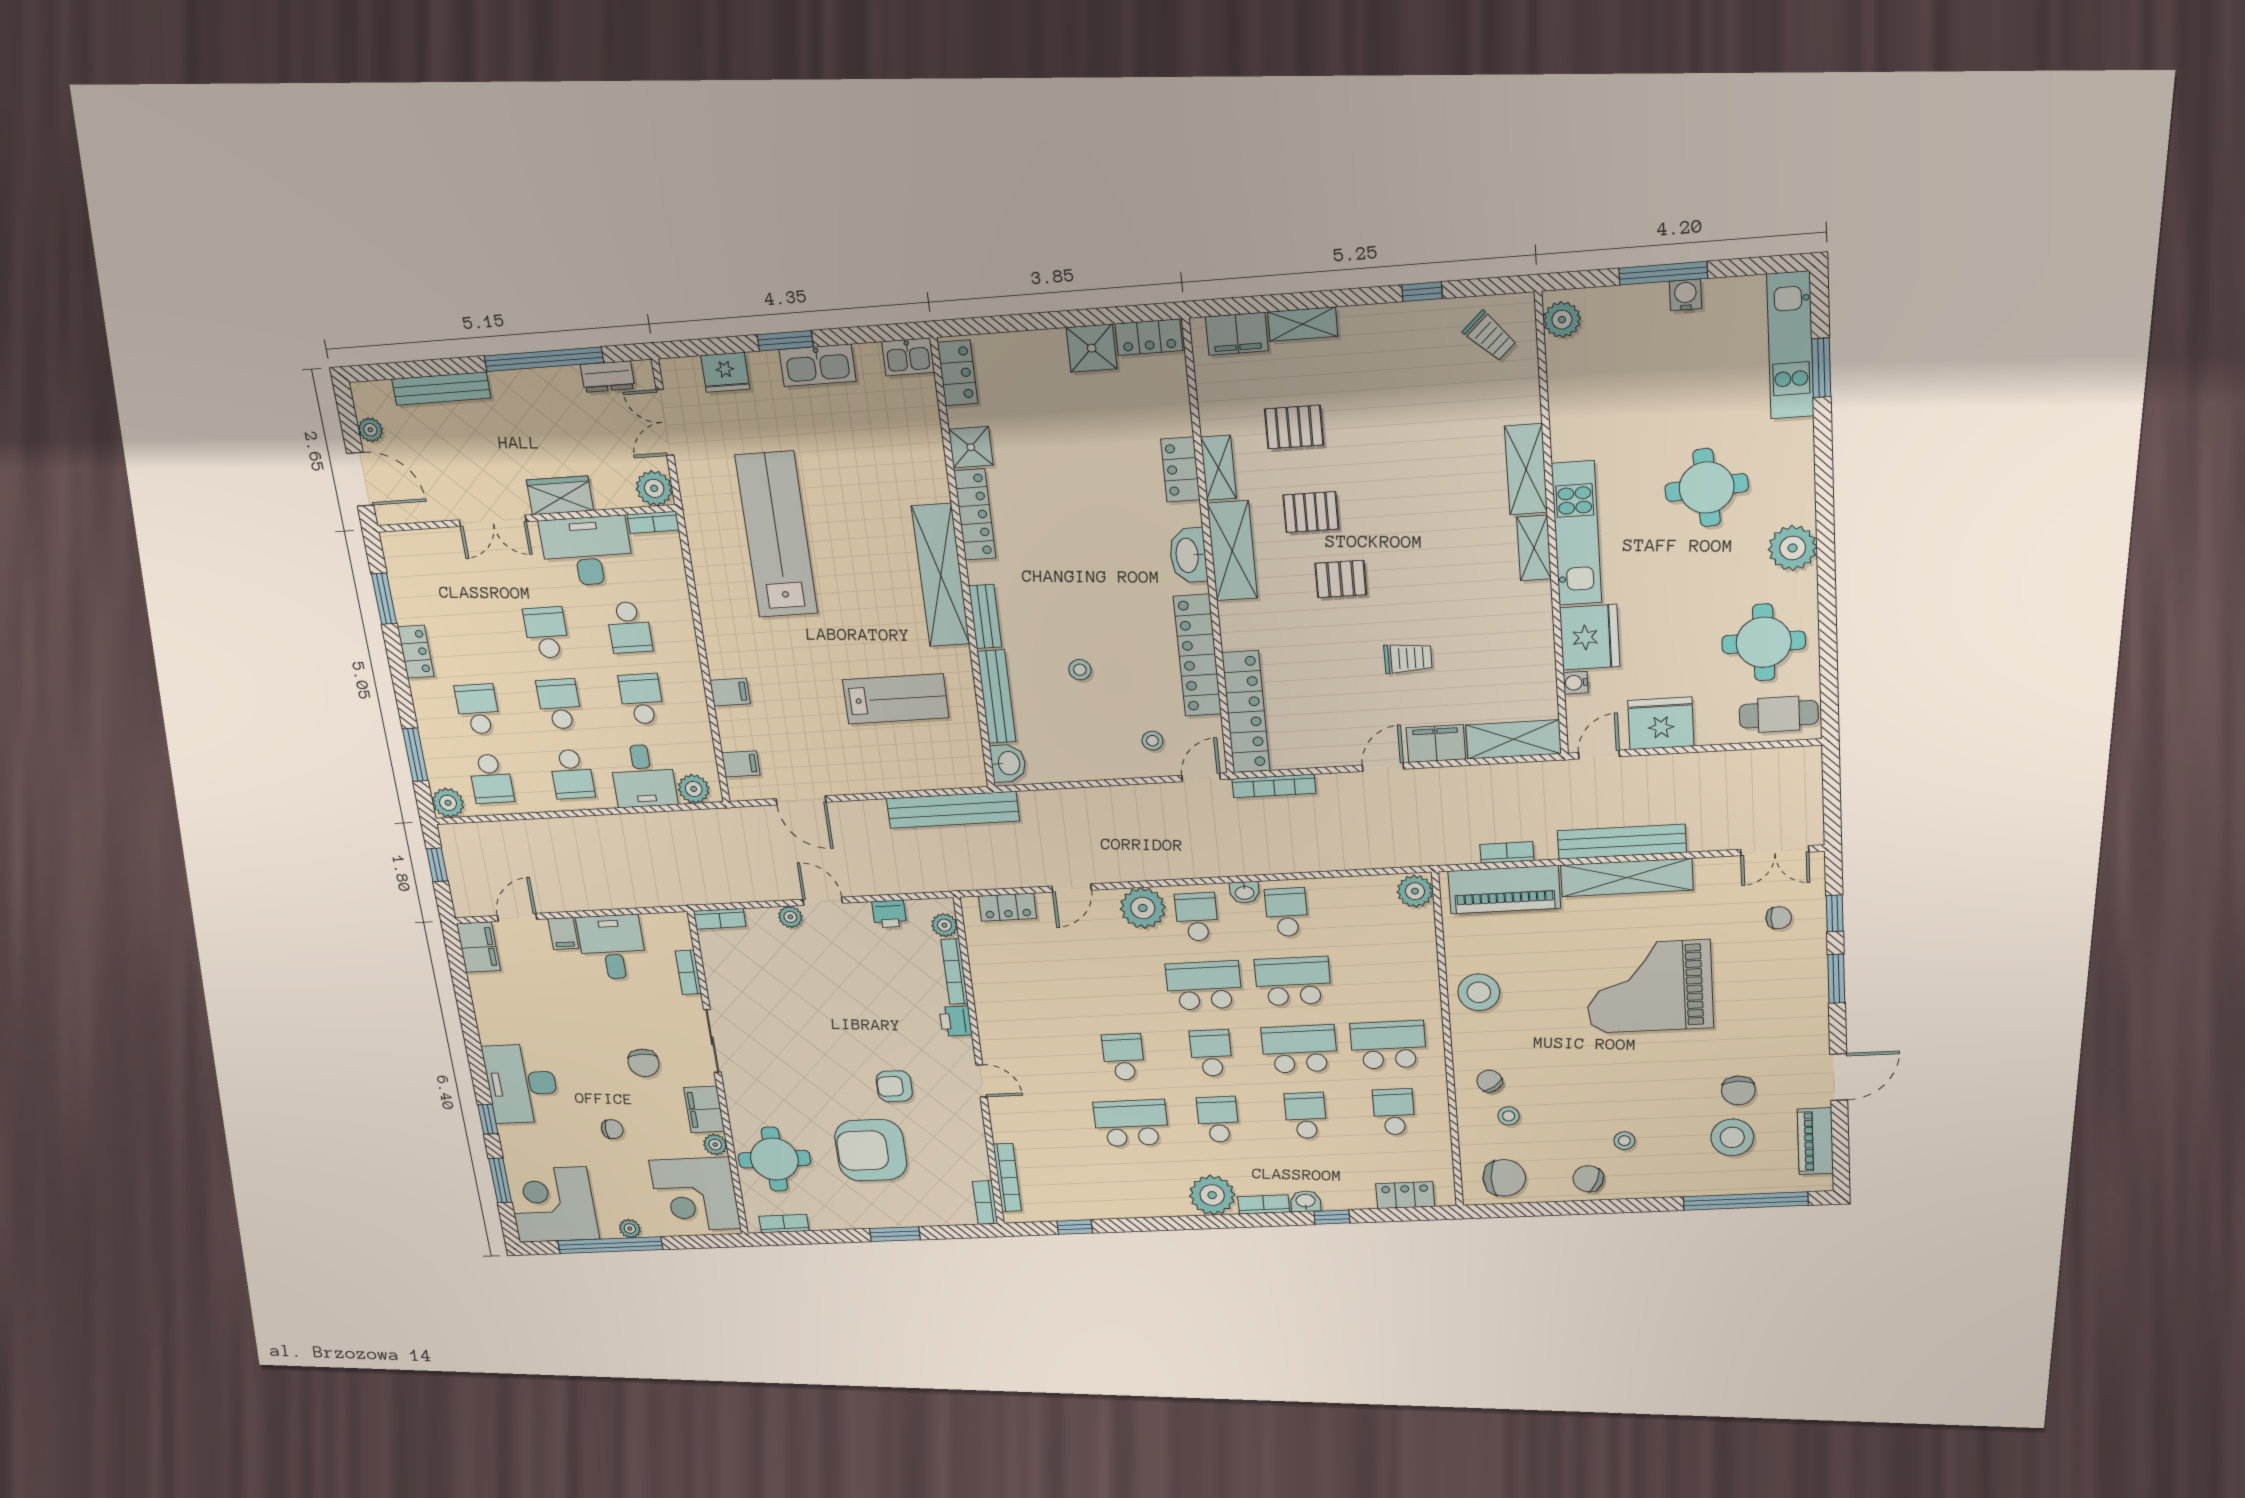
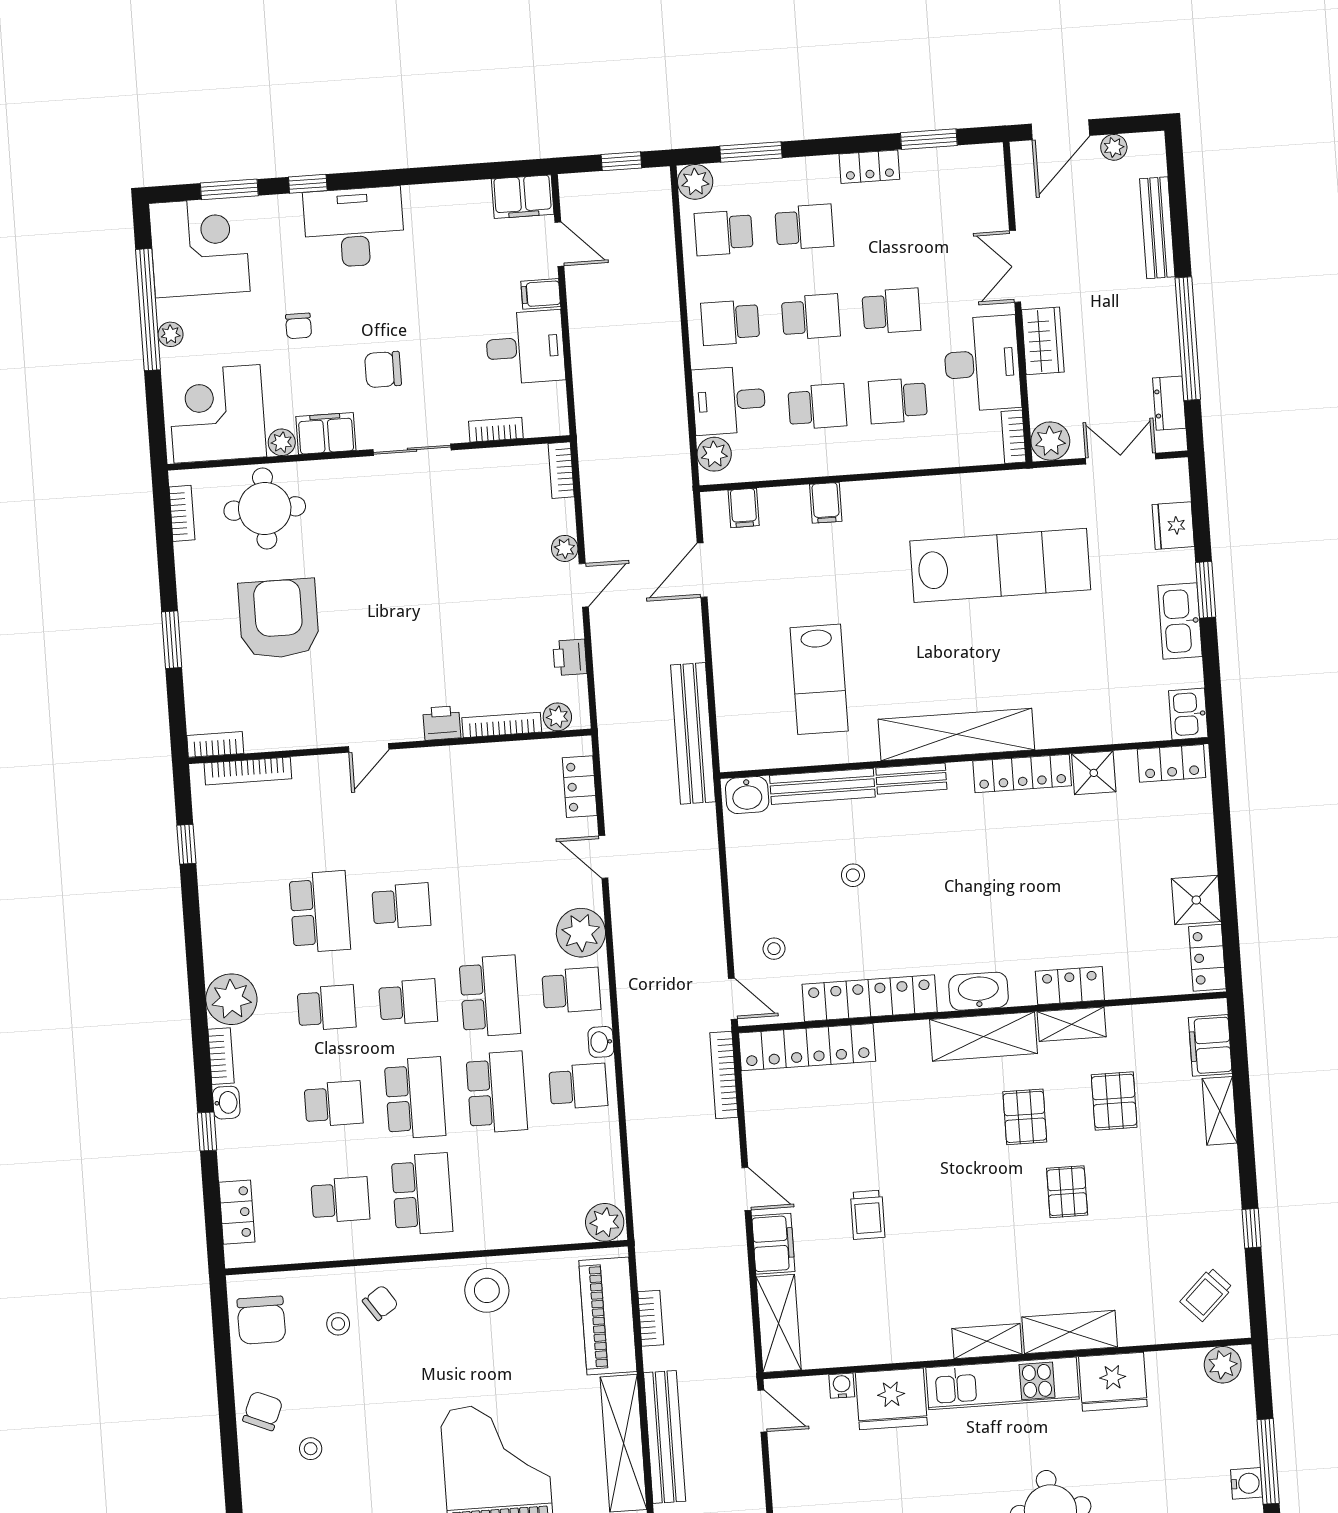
pallet: (1341, 579) -> (1067, 1192), moved
fridge: (1661, 723) -> (1113, 1382), moved, turned 90
armchair: (894, 1086) -> (360, 650), removed

